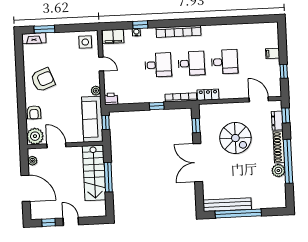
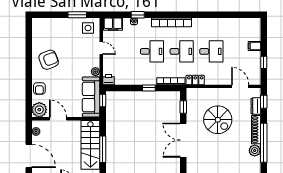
window: (44, 29) -> (77, 15), moved
fireplace: (34, 38) -> (42, 23), removed

